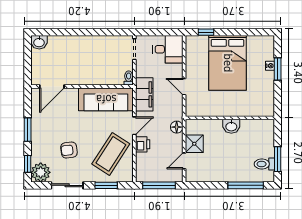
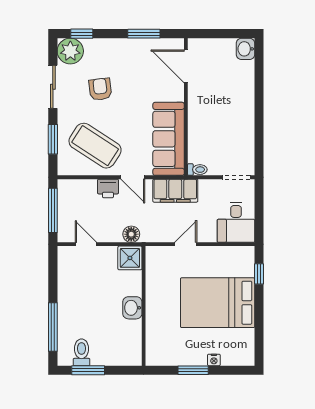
window: (278, 69) -> (193, 370), moved
window: (28, 130) -> (144, 34), moved
shower: (194, 144) -> (130, 258), moved

